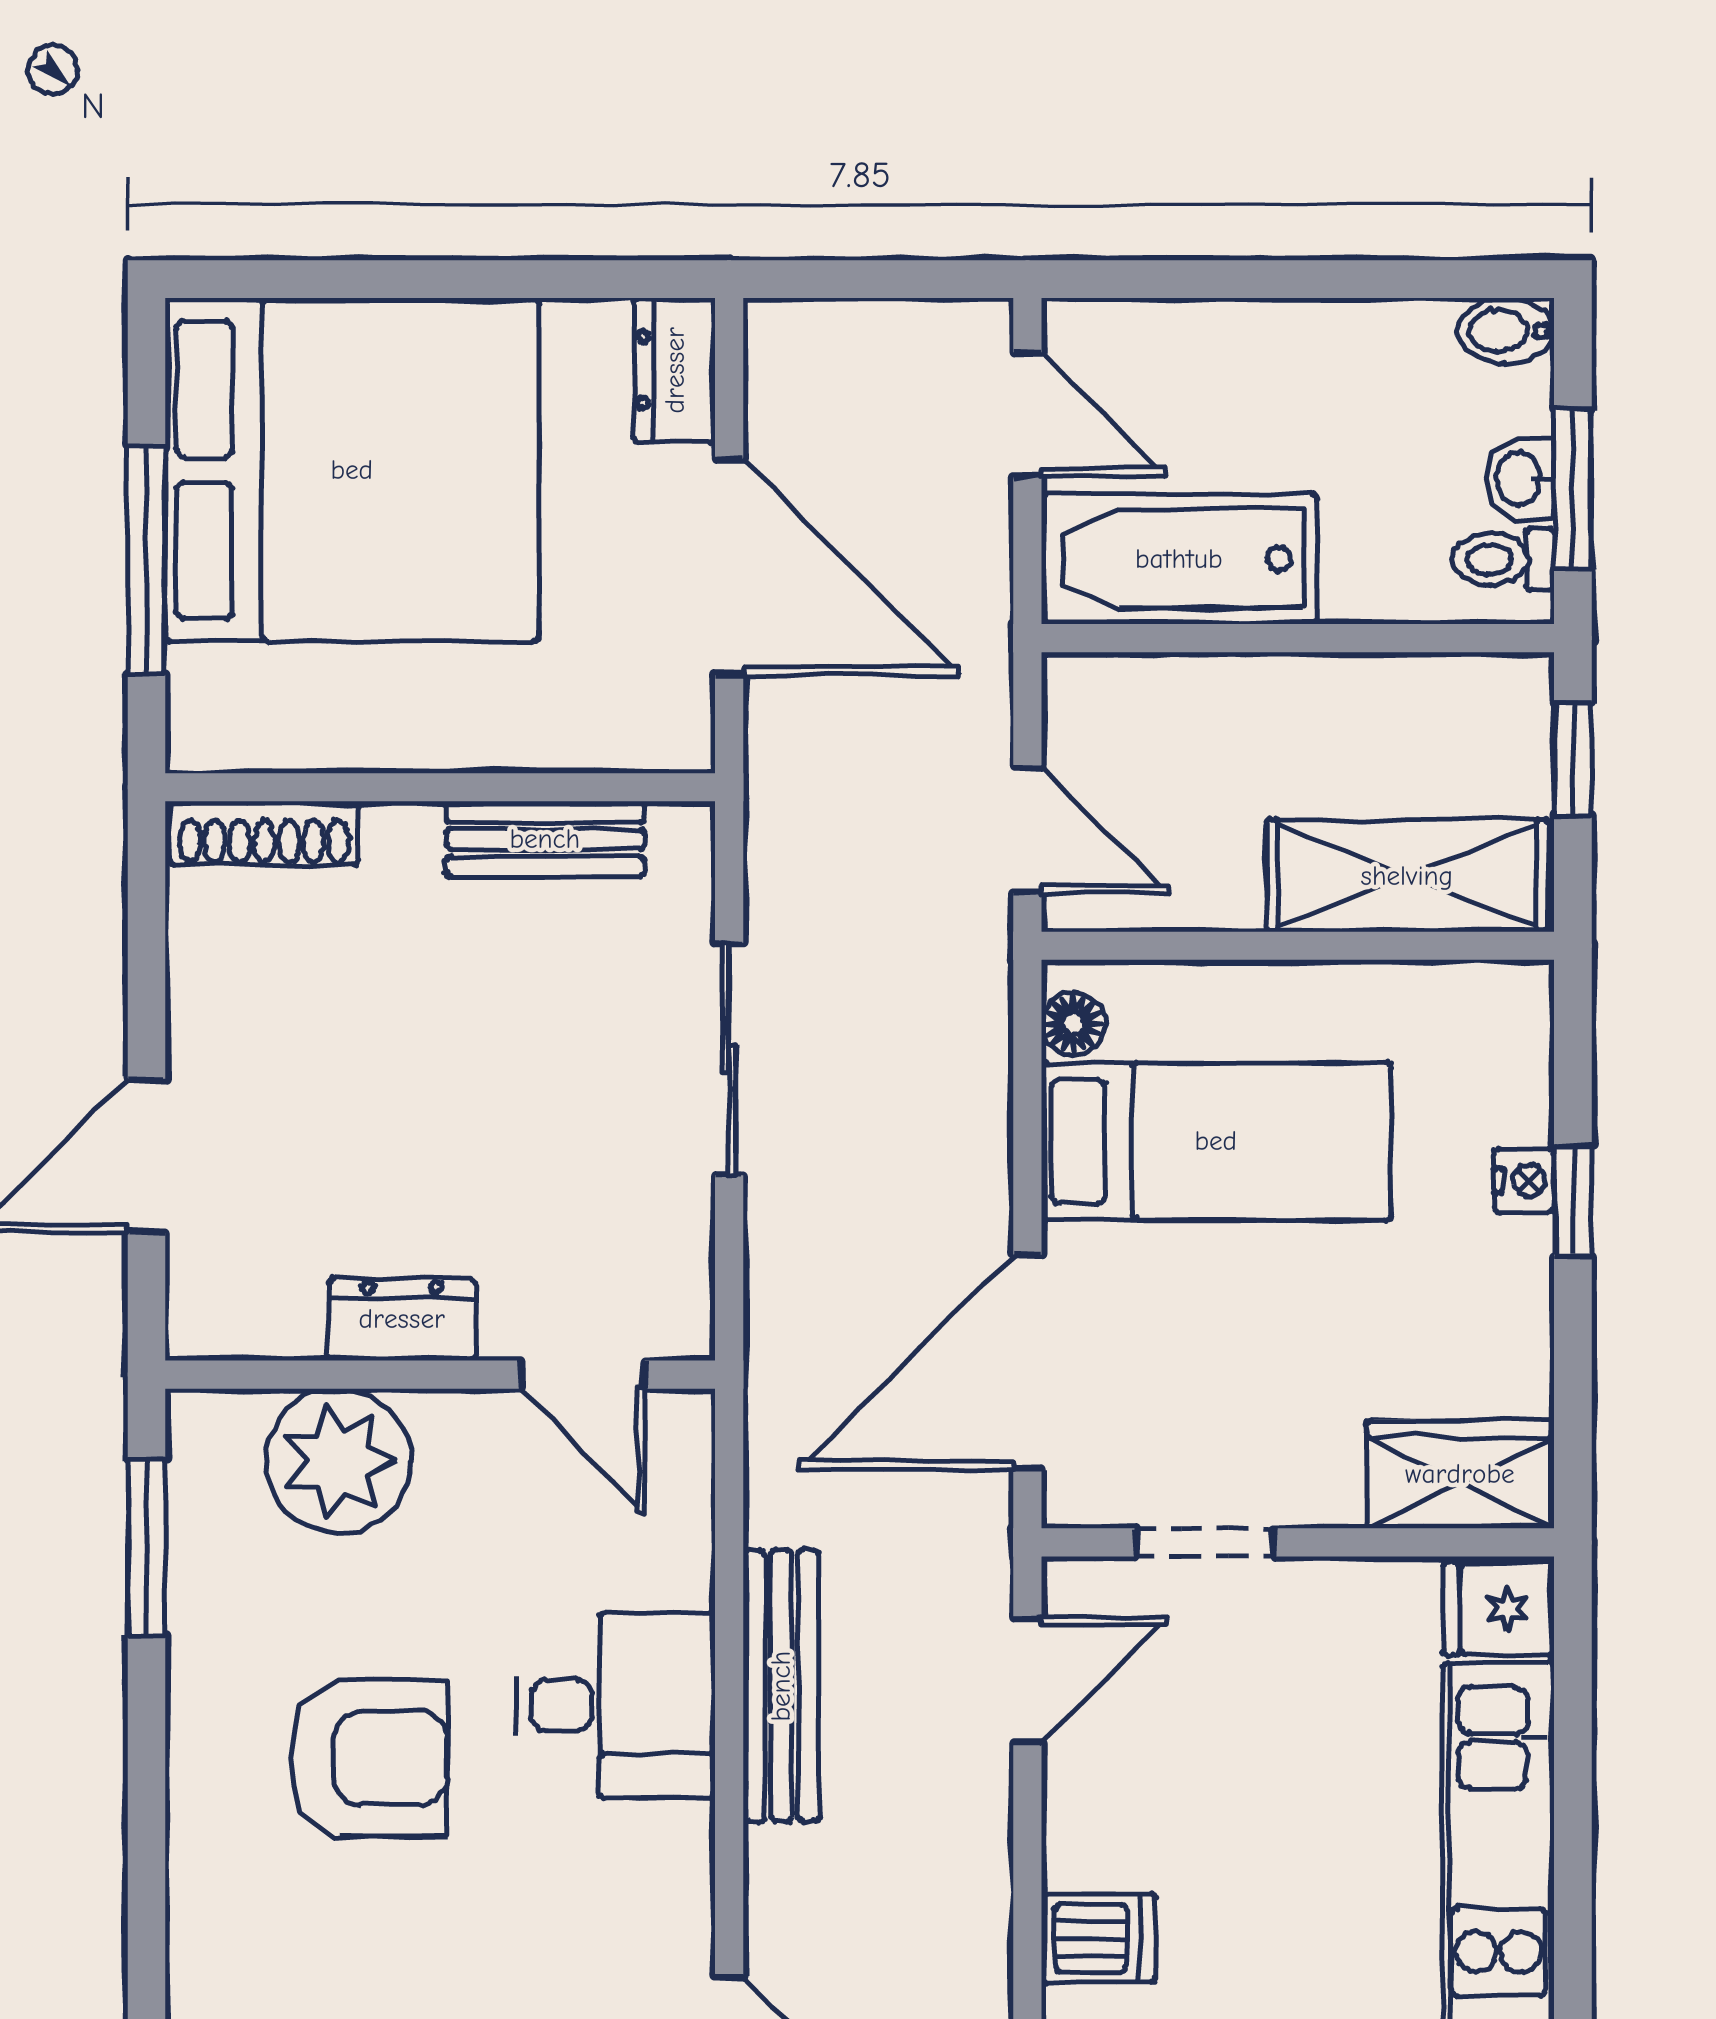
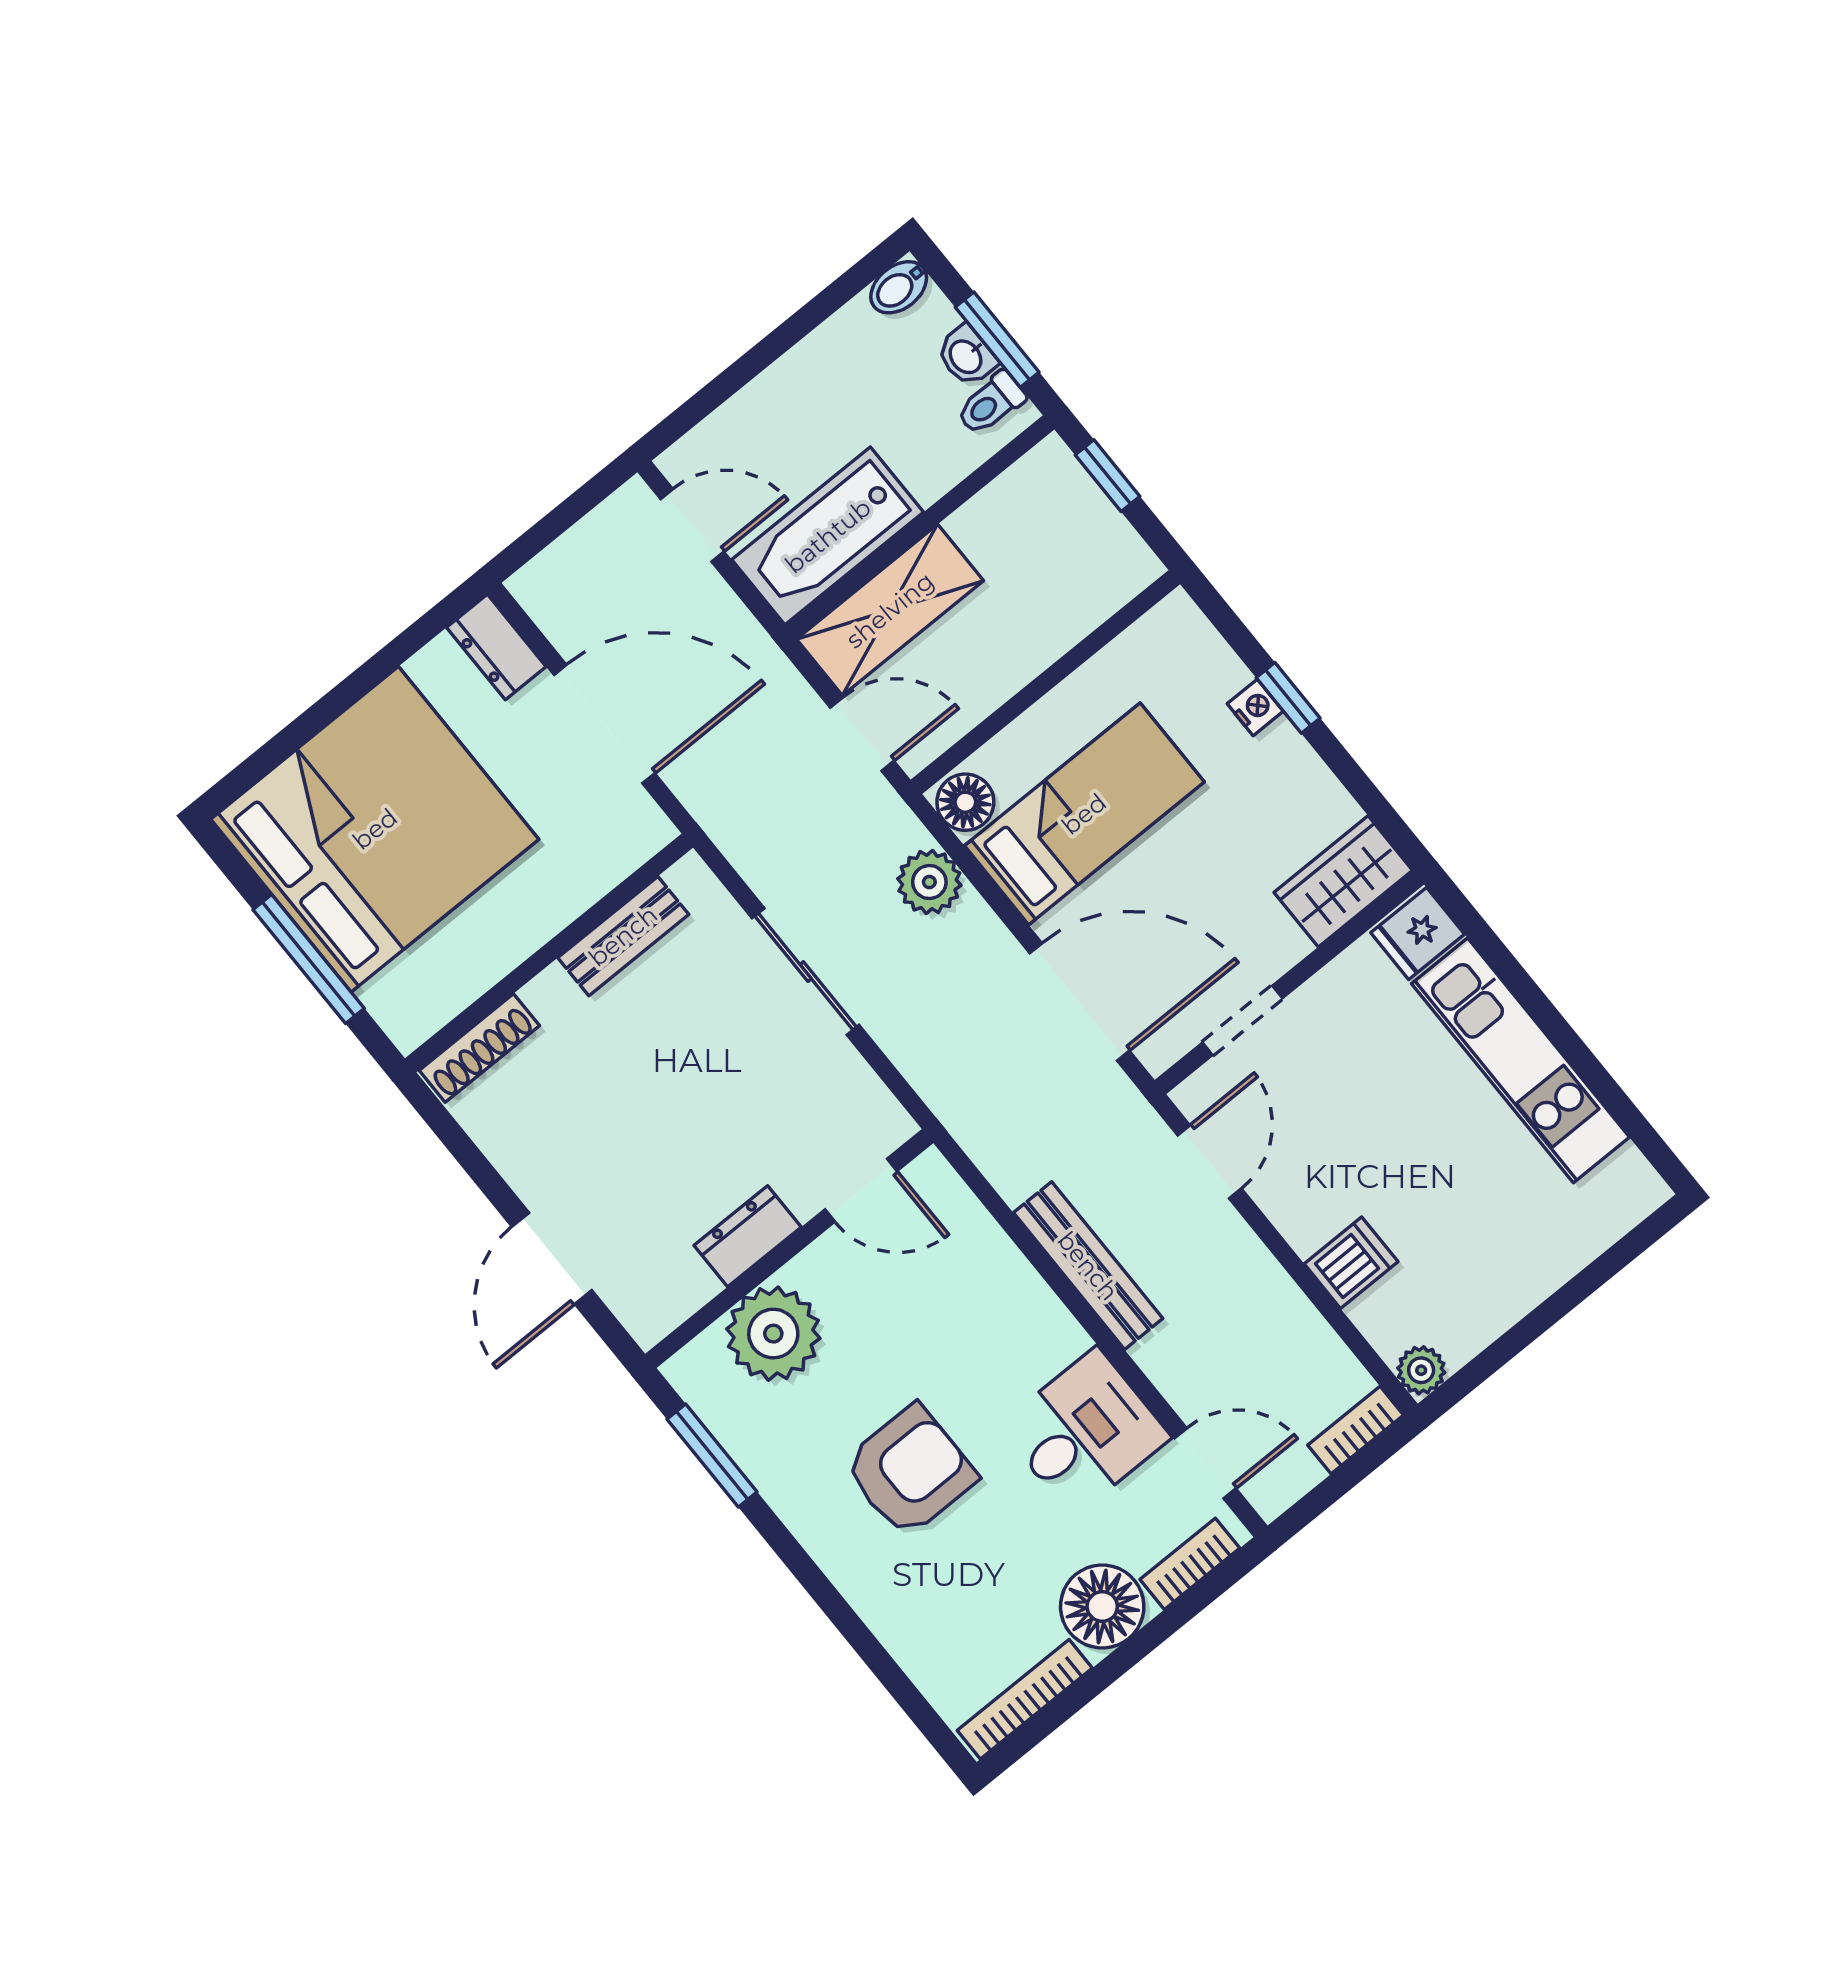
shelving: (1407, 876) -> (890, 610), moved
floor lamp: (1073, 1024) -> (965, 802), width x1.37, depth x1.37
plant: (964, 1072) -> (929, 882), added
door: (1027, 1362) -> (1080, 1002), swing flipped
desk: (615, 1705) -> (1085, 1432), moved

